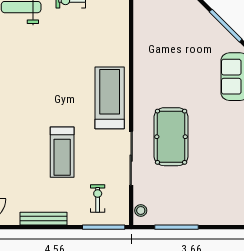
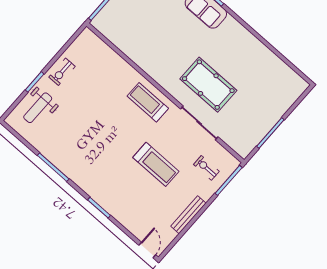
treadmill: (110, 98) -> (148, 102), width x0.73, depth x0.73
stool: (141, 210) -> (239, 147), removed

